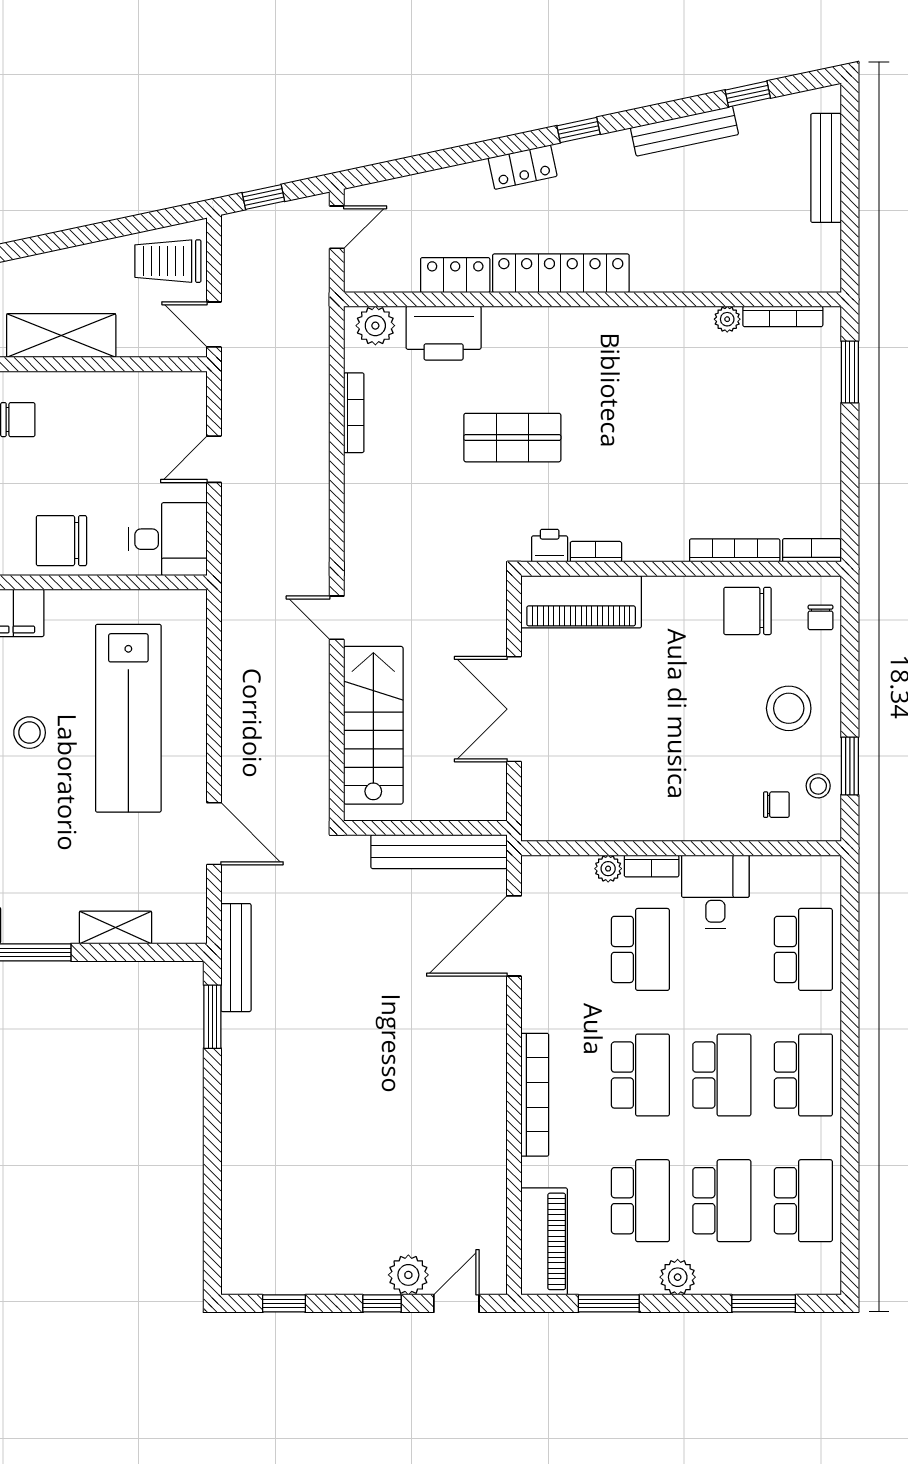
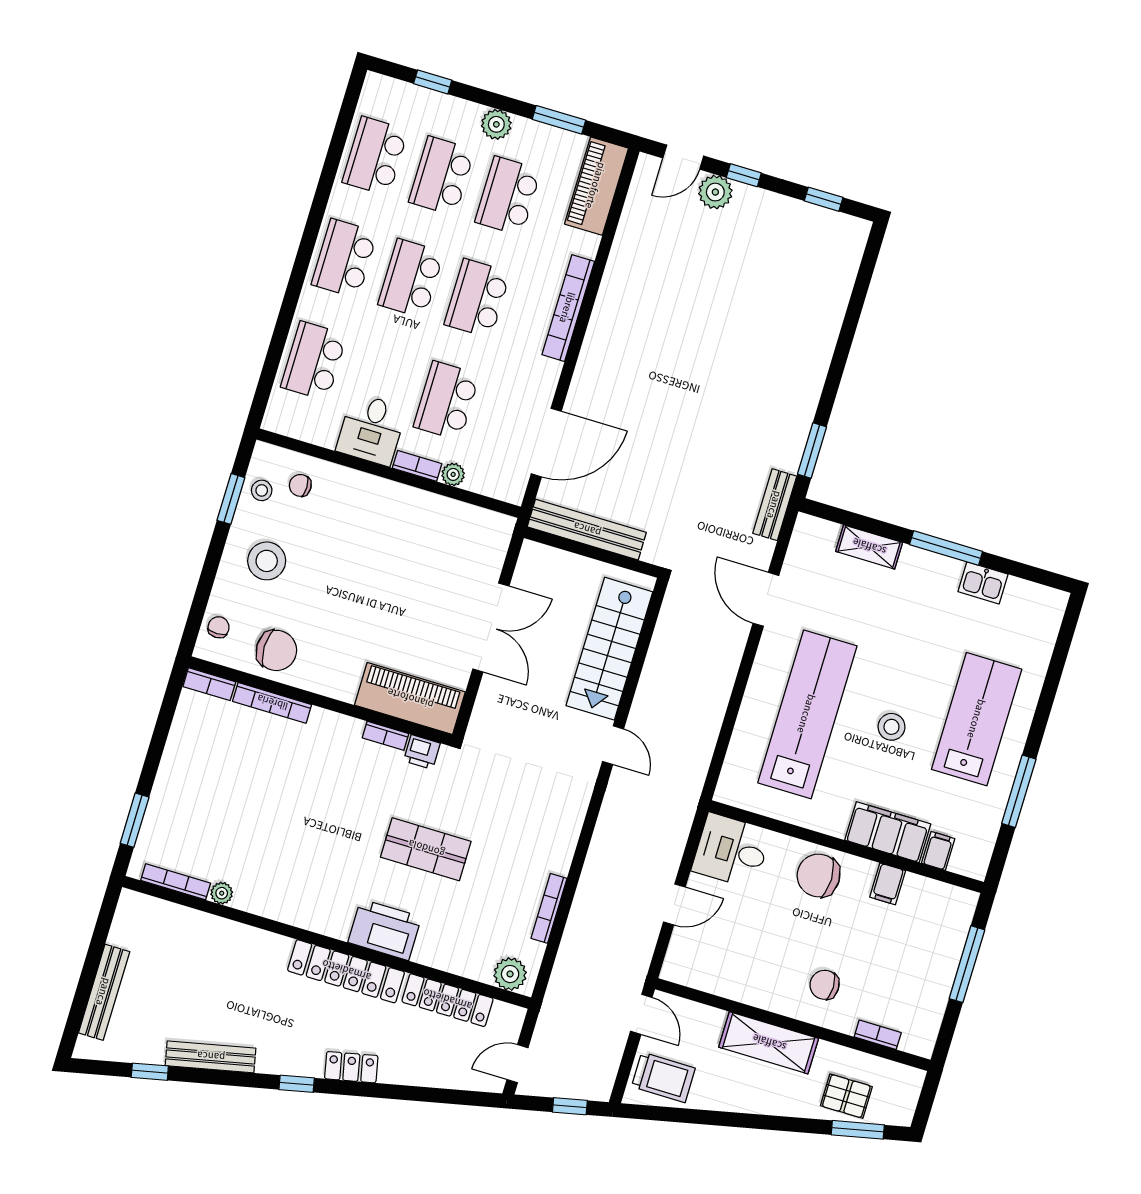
locker: (455, 275) -> (447, 1000), width x1.53
printer: (444, 333) -> (385, 930), moved
chair: (61, 541) -> (819, 875), turned 180
bench: (236, 958) -> (775, 505), width x0.73
window: (764, 1303) -> (433, 82), width x0.67

